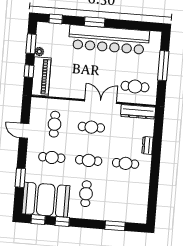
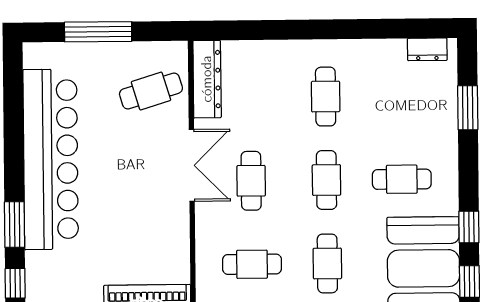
window: (95, 22) -> (15, 225), moved
cafe table: (135, 87) -> (151, 91), turned 73
double door: (101, 102) -> (192, 165), swing flipped
dresser: (148, 145) -> (427, 49), moved

